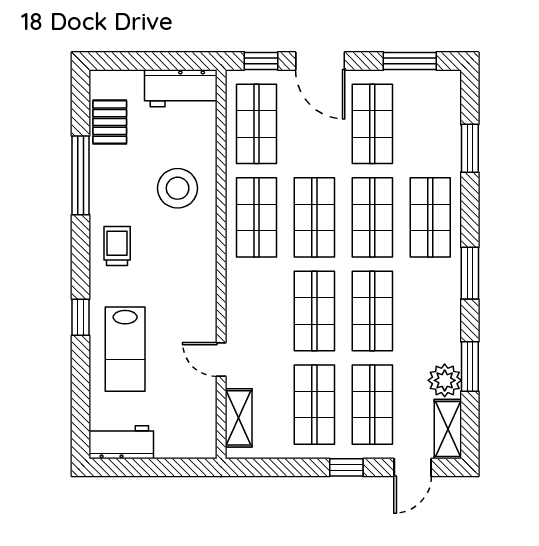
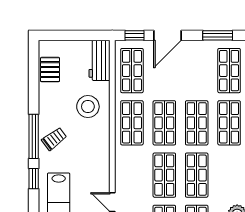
door: (320, 61) -> (168, 35), hinge flipped
workbench: (181, 88) -> (99, 60), moved, turned 90
shop shelf: (372, 124) -> (229, 71), moved
window: (80, 175) -> (34, 136), moved
trolley: (117, 246) -> (54, 139), turned 53

